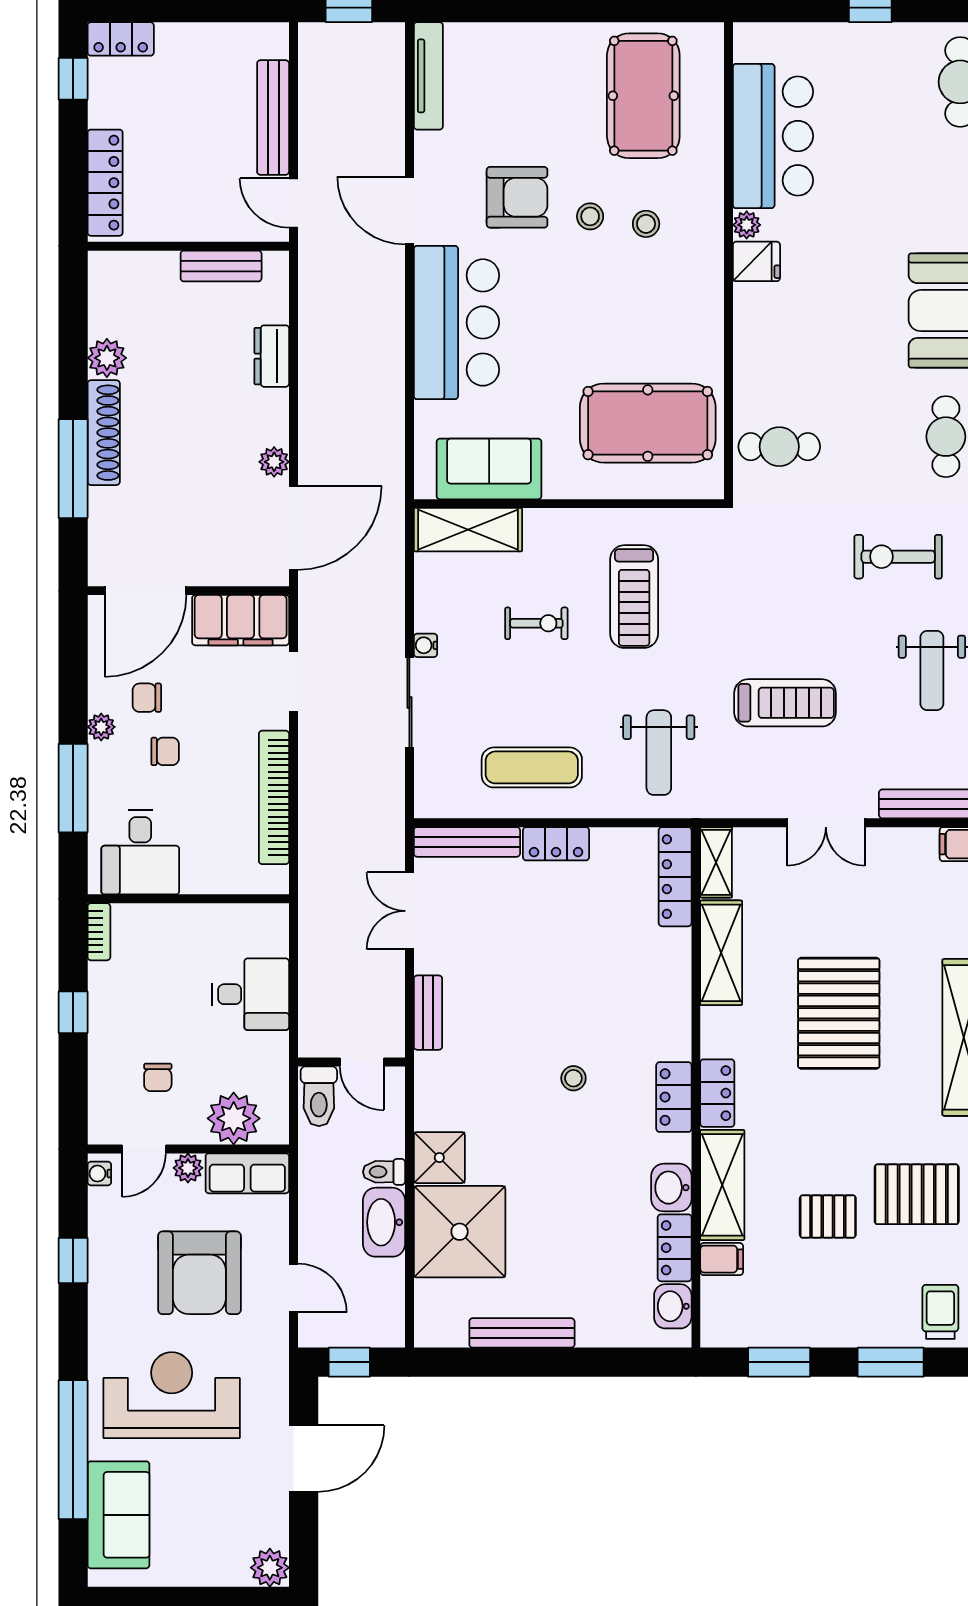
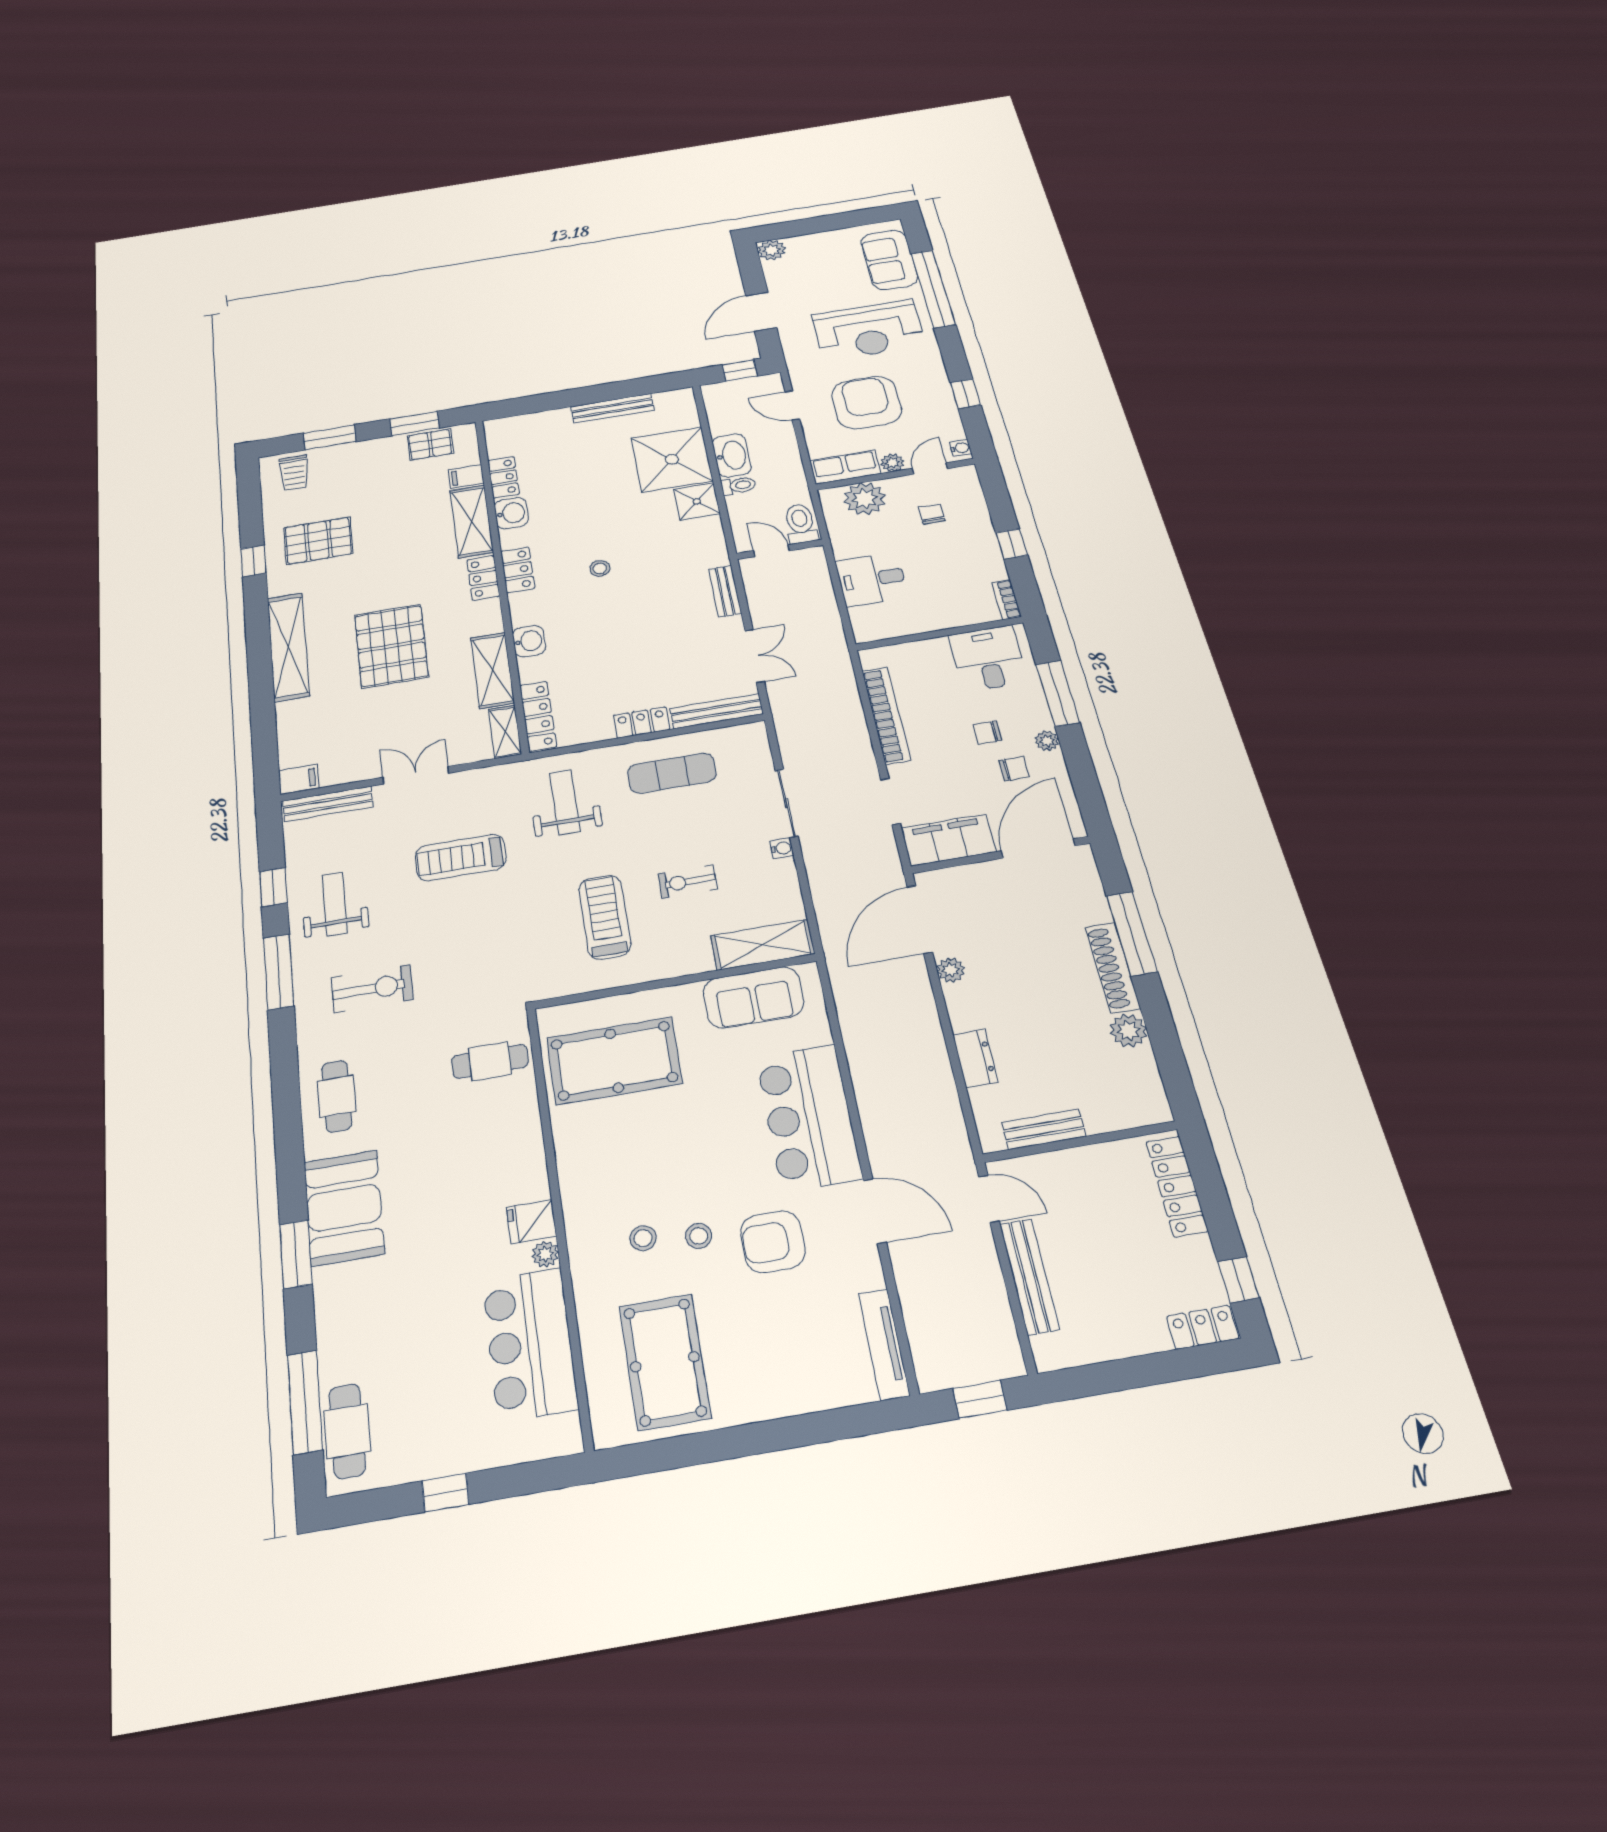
pallet: (828, 1217) -> (430, 444), moved
washbasin: (673, 1306) -> (529, 641), moved

